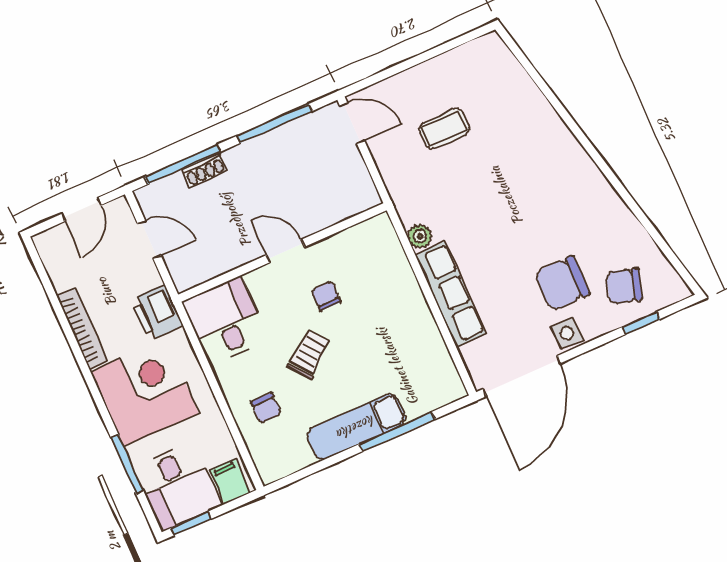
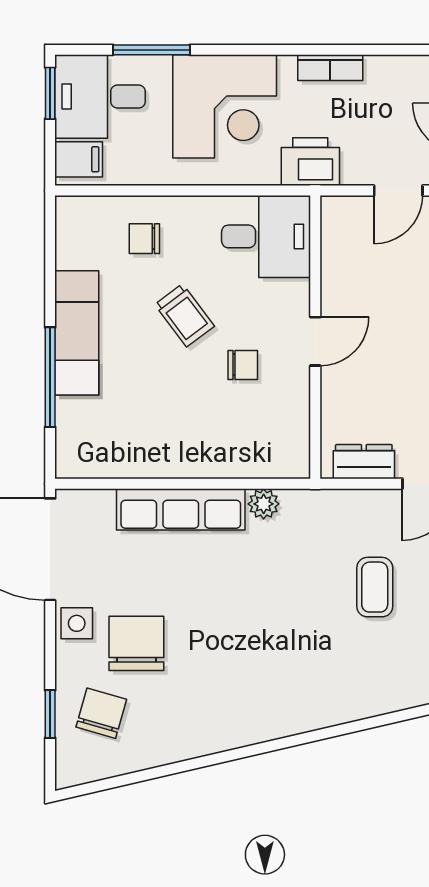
dresser: (357, 177) -> (364, 462), added
bookcase: (82, 329) -> (330, 68), width x0.64

